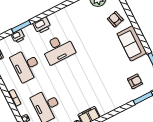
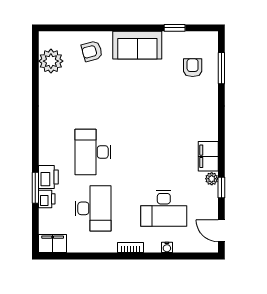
printer: (42, 25) -> (48, 177), moved
desk: (58, 49) -> (93, 152), turned 180
desk: (26, 65) -> (93, 208), turned -90

